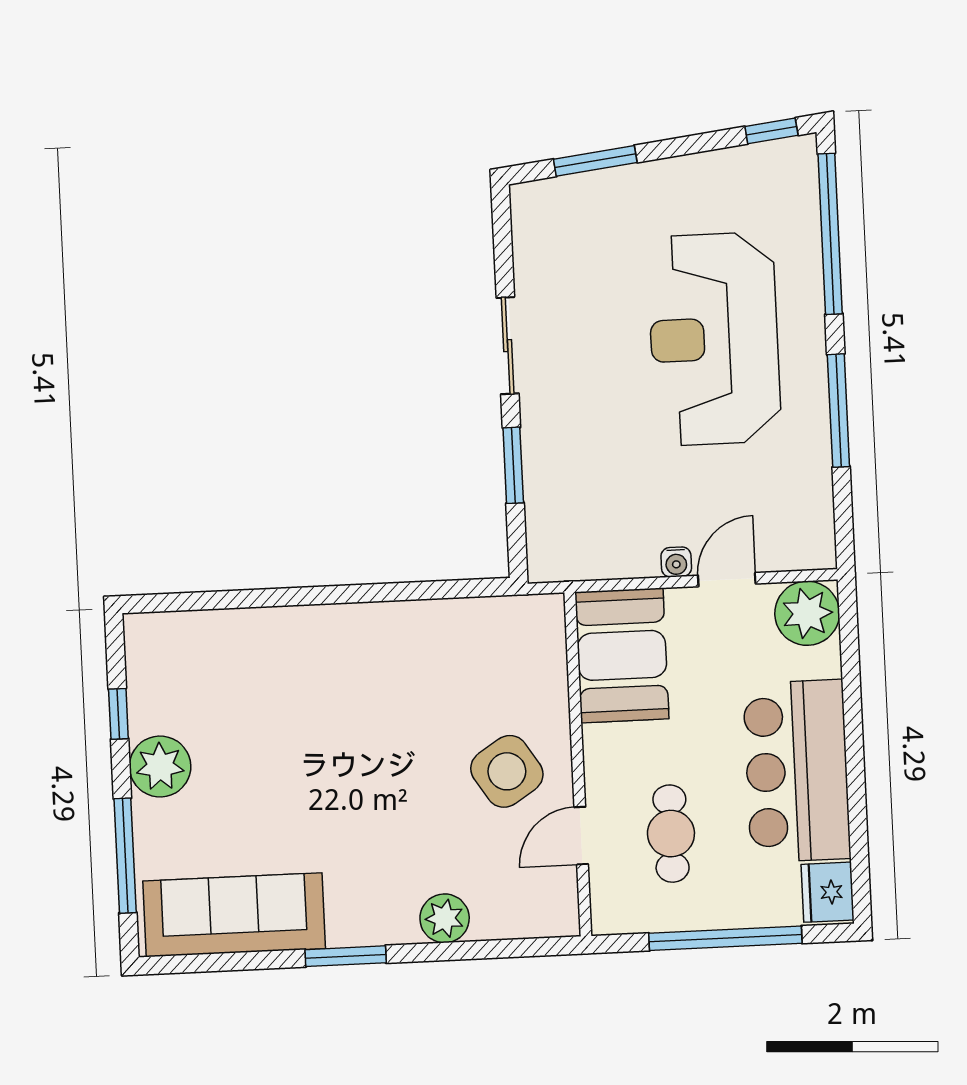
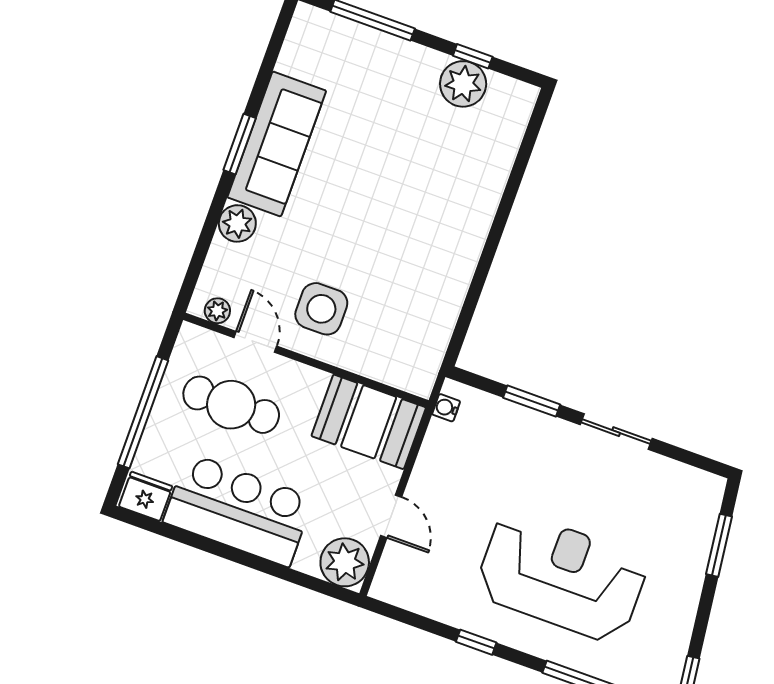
window: (838, 411) -> (476, 642), width x0.46
water cooler: (676, 562) -> (446, 408), moved
plant: (160, 767) -> (463, 84), moved
side table: (507, 771) -> (321, 309), turned 33
cafe table: (671, 834) -> (231, 405), width x1.37, depth x1.35
plant: (562, 898) -> (217, 311), added
sofa: (234, 915) -> (277, 144), moved

